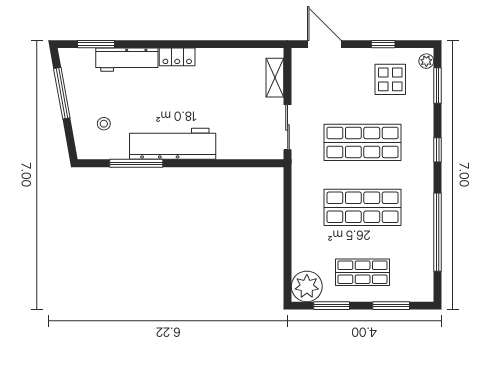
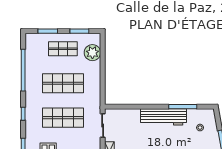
plant: (307, 286) -> (92, 53), moved

